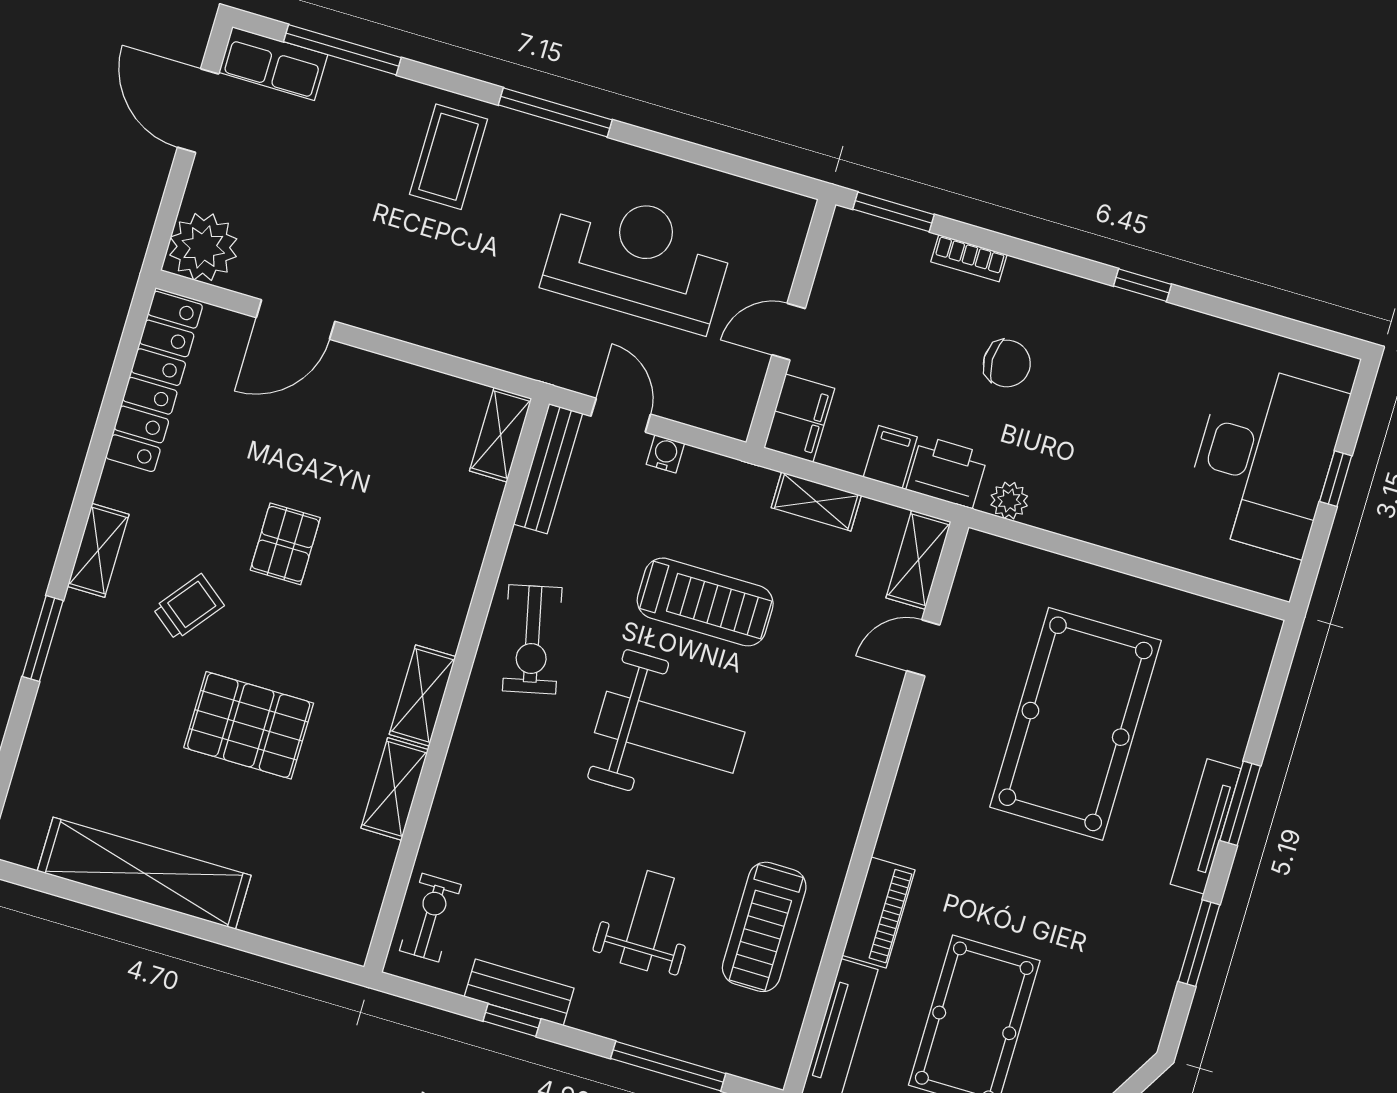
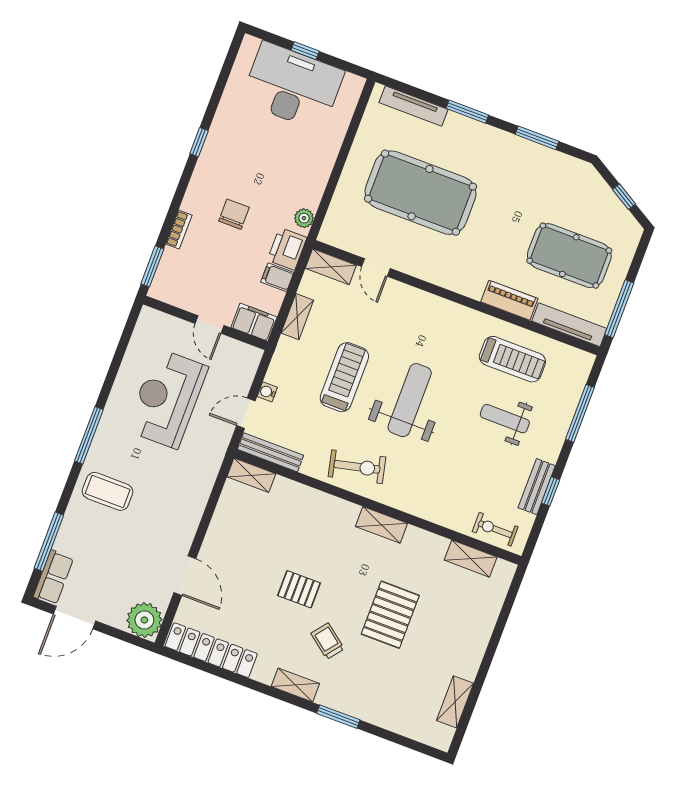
shelving: (395, 789) -> (471, 559), moved
tv unit: (1206, 826) -> (413, 106), moved
shelving: (144, 873) -> (455, 702), width x0.45, depth x0.75

